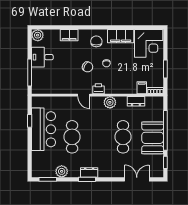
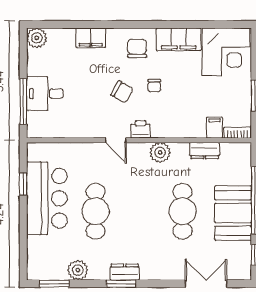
desk: (42, 57) -> (45, 94), moved

